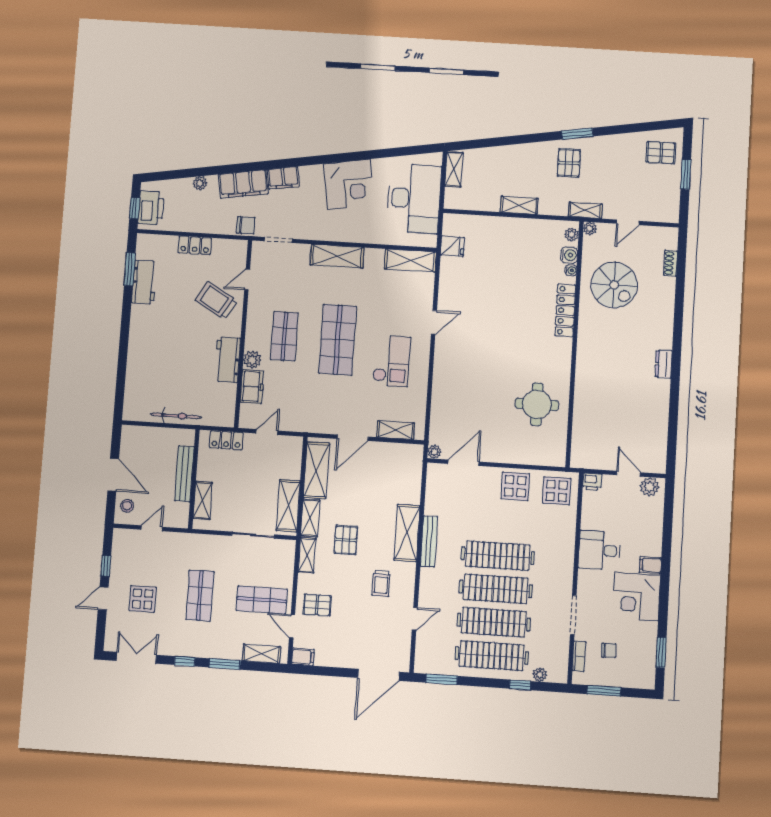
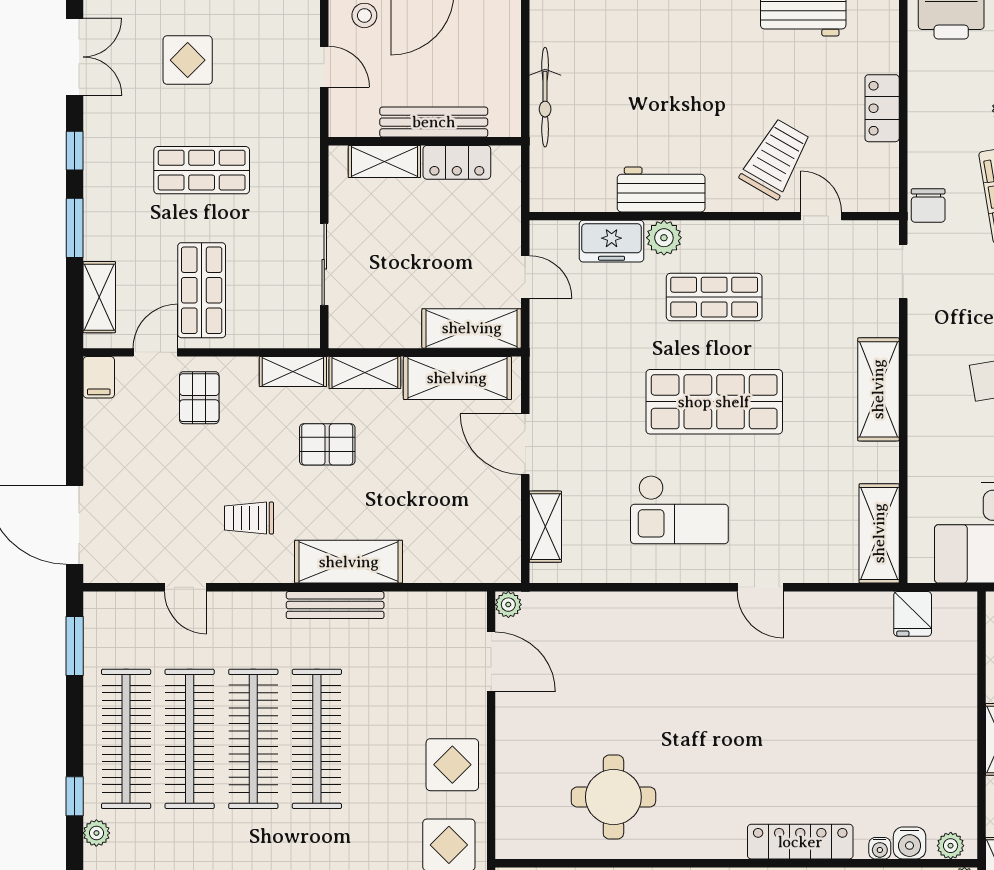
locker: (226, 440) -> (457, 162), moved, turned -90
shelving: (288, 506) -> (472, 328), moved

